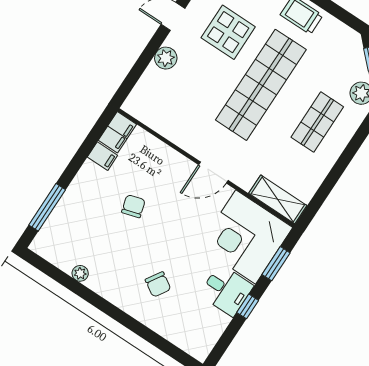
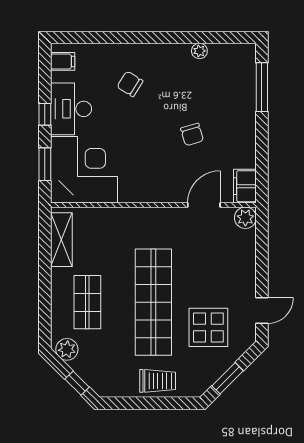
plant: (166, 58) -> (245, 218), moved
filing cabinet: (102, 156) -> (63, 61), moved, turned 180
door: (213, 172) -> (204, 205), moved
shelving: (278, 199) -> (61, 240), moved, turned 90
desk: (226, 290) -> (71, 109), width x1.37

